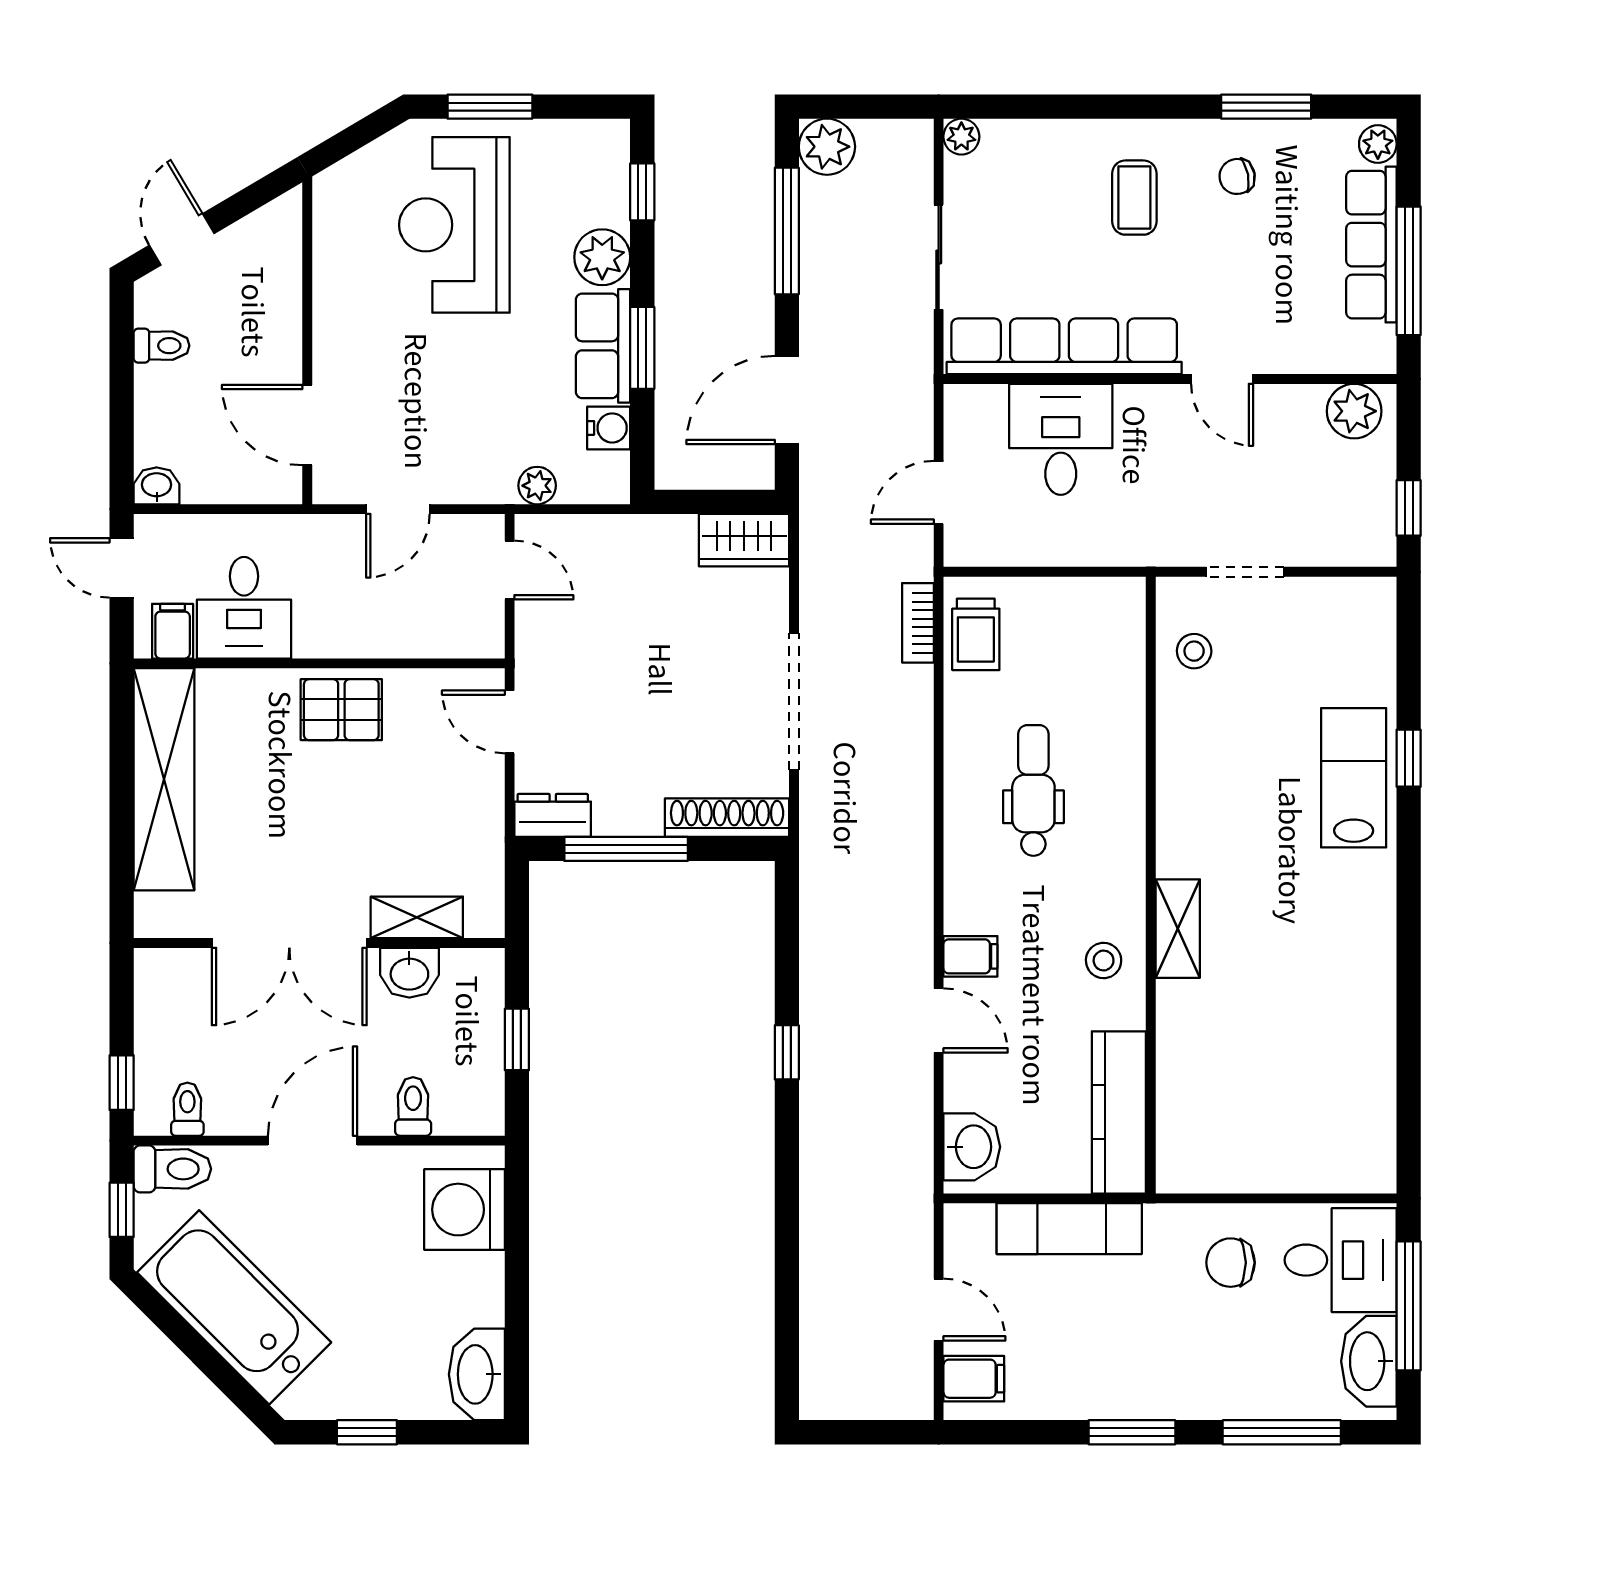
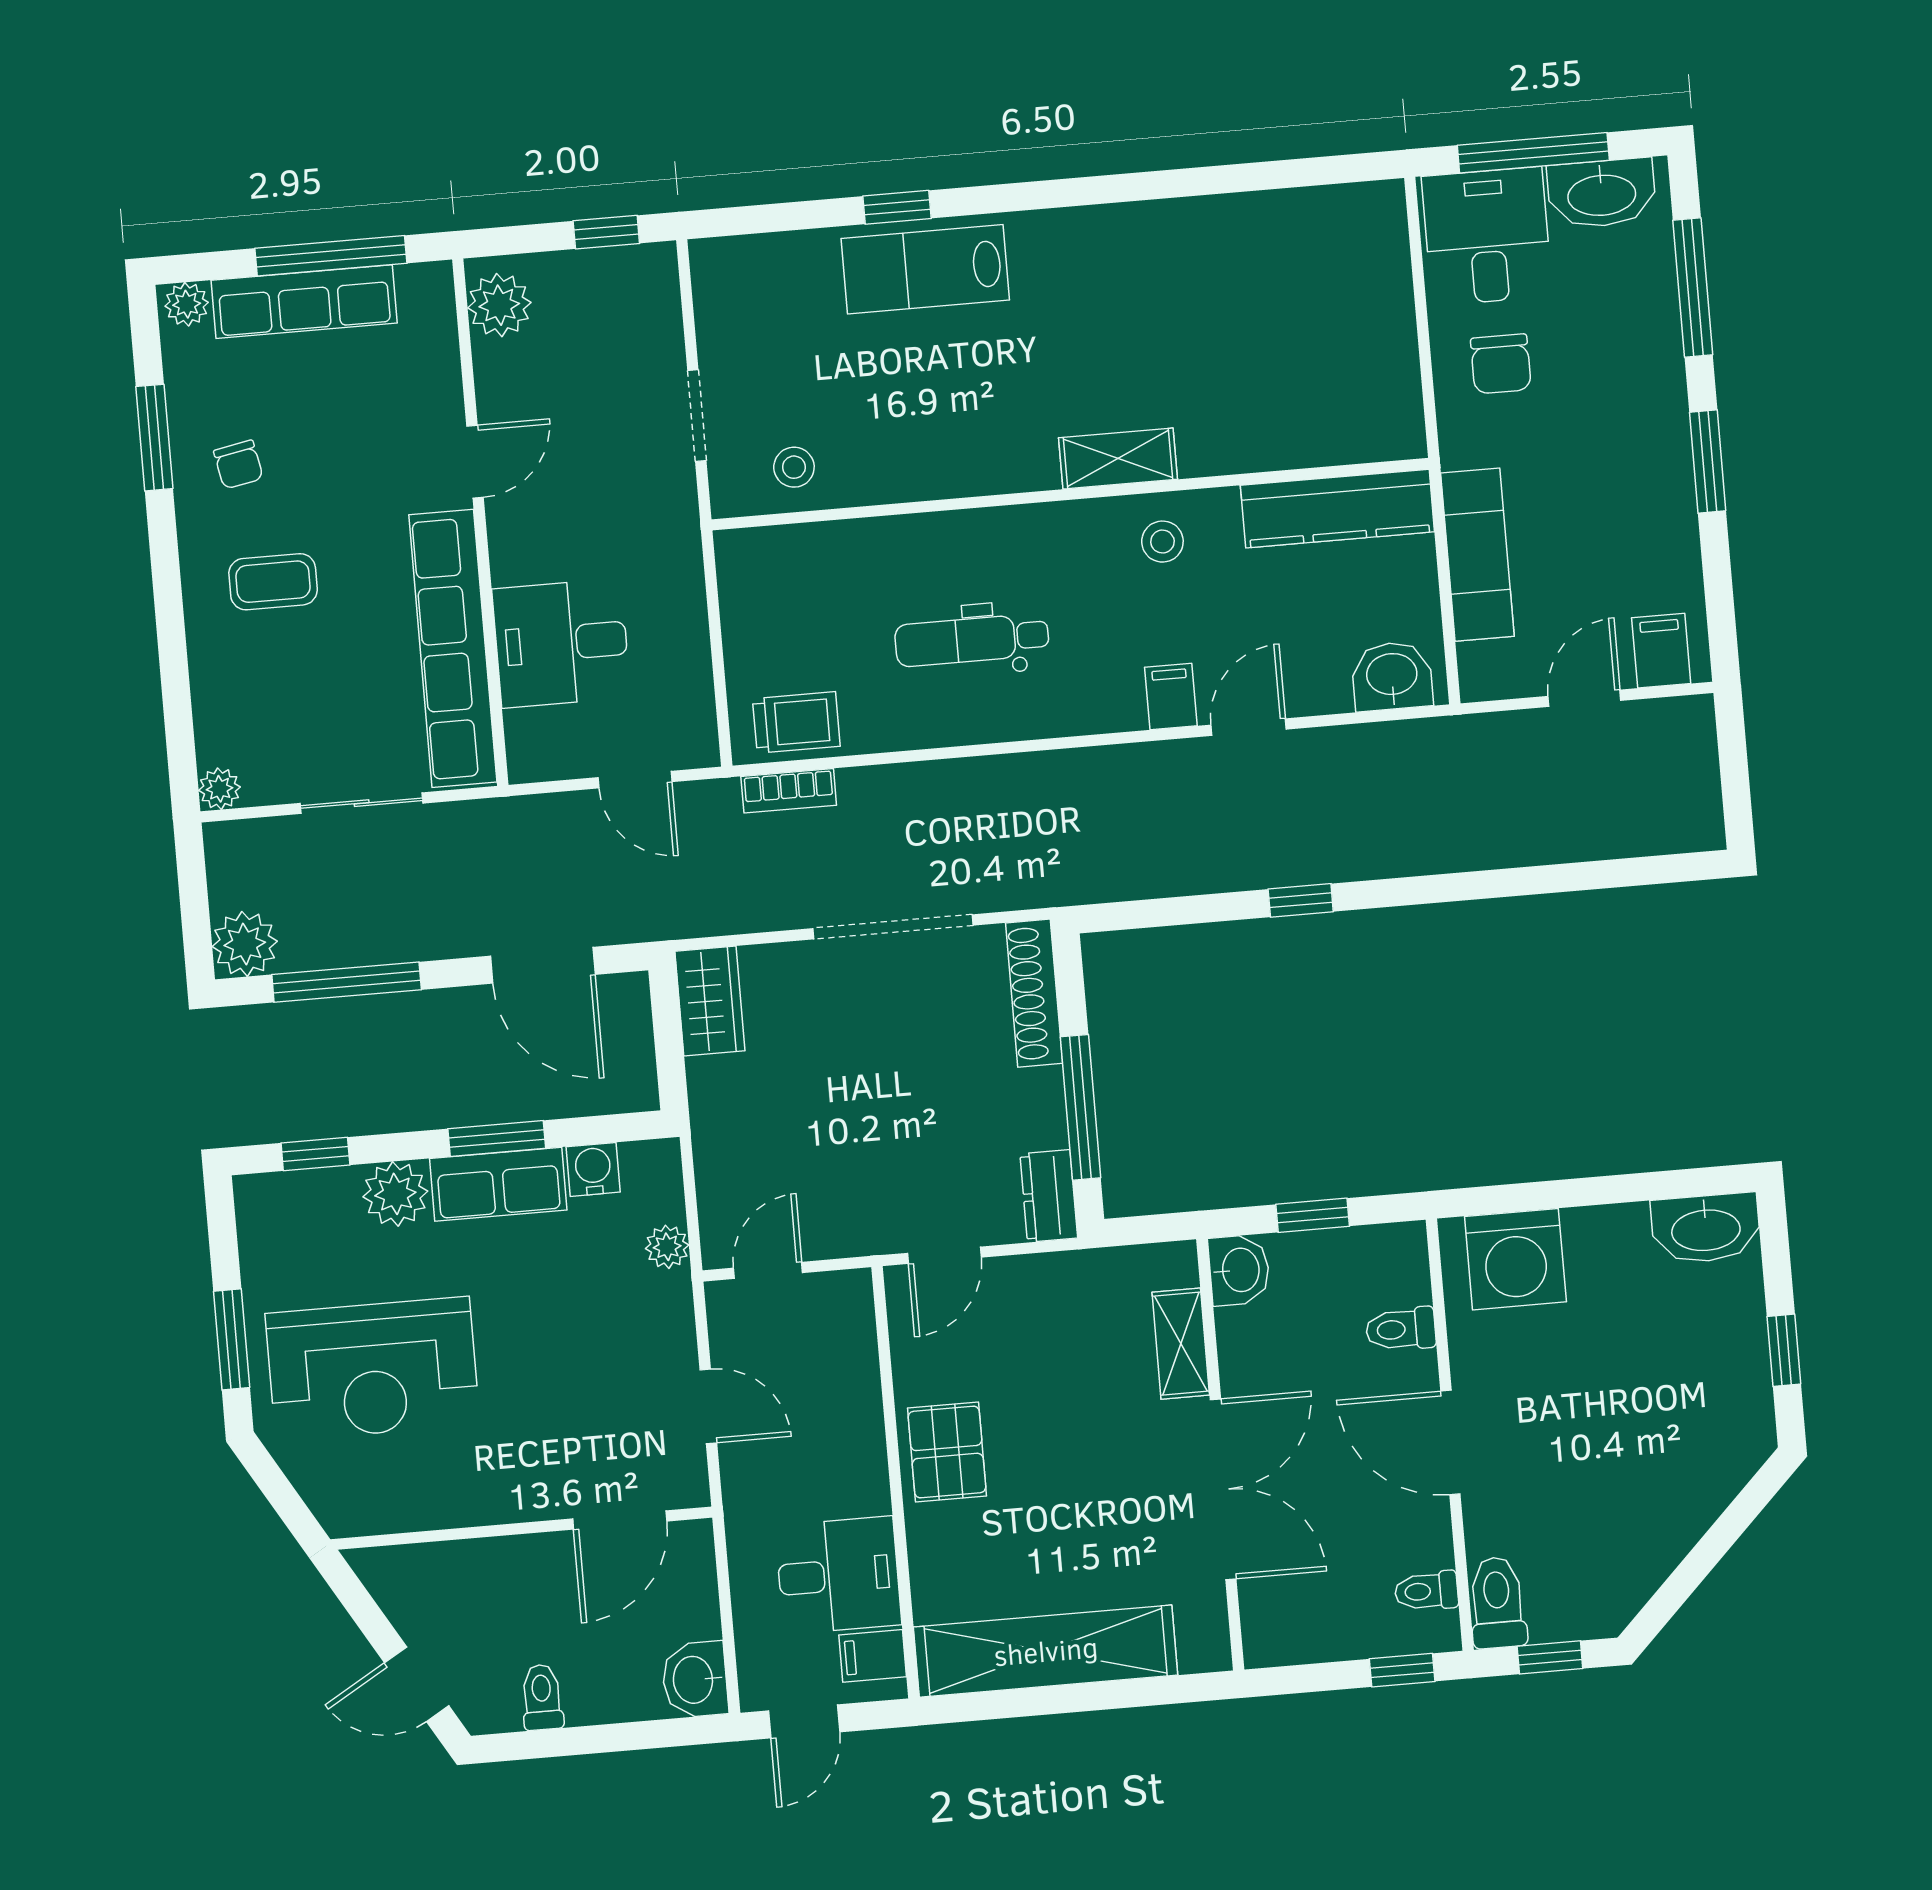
washbasin: (157, 486) -> (695, 1680), width x1.38, depth x1.45
washbasin: (409, 973) -> (1239, 1270), moved
bathtub: (234, 1307) -> (1652, 1517), removed

